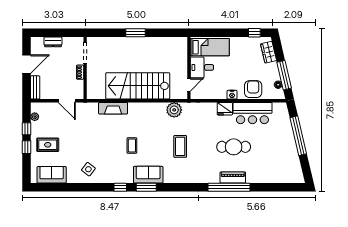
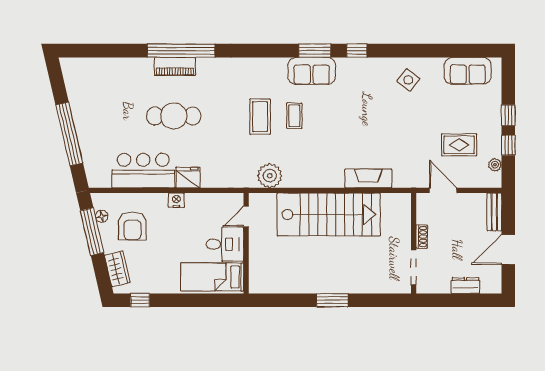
armchair: (253, 89) -> (132, 226), moved
rug: (48, 145) -> (459, 145), moved
coffee table: (132, 146) -> (294, 116), moved

